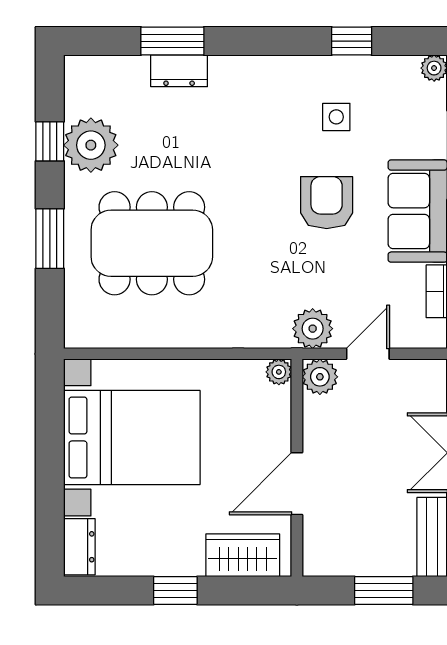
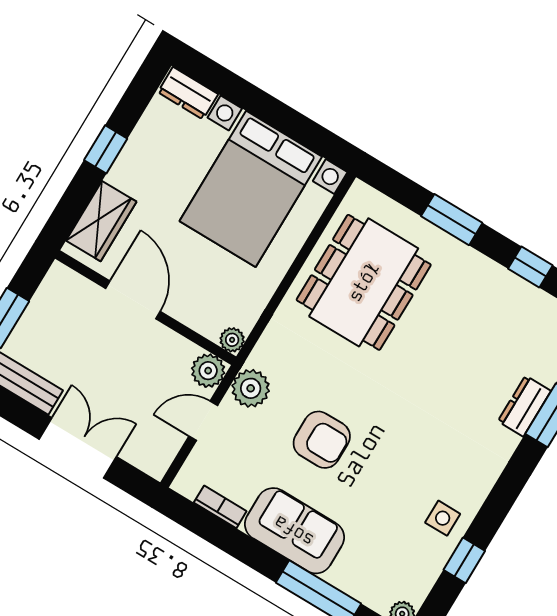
side table: (336, 117) -> (443, 518), moved
plant: (91, 145) -> (507, 298), removed
armchair: (327, 203) -> (322, 440), moved
dining table: (152, 243) -> (364, 282), moved
door: (368, 354) -> (203, 421), swing flipped

